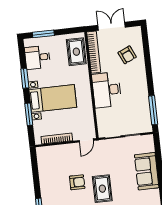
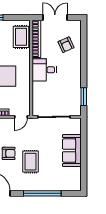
desk: (107, 90) -> (44, 70), width x0.73
window: (153, 110) -> (84, 97), width x0.69

